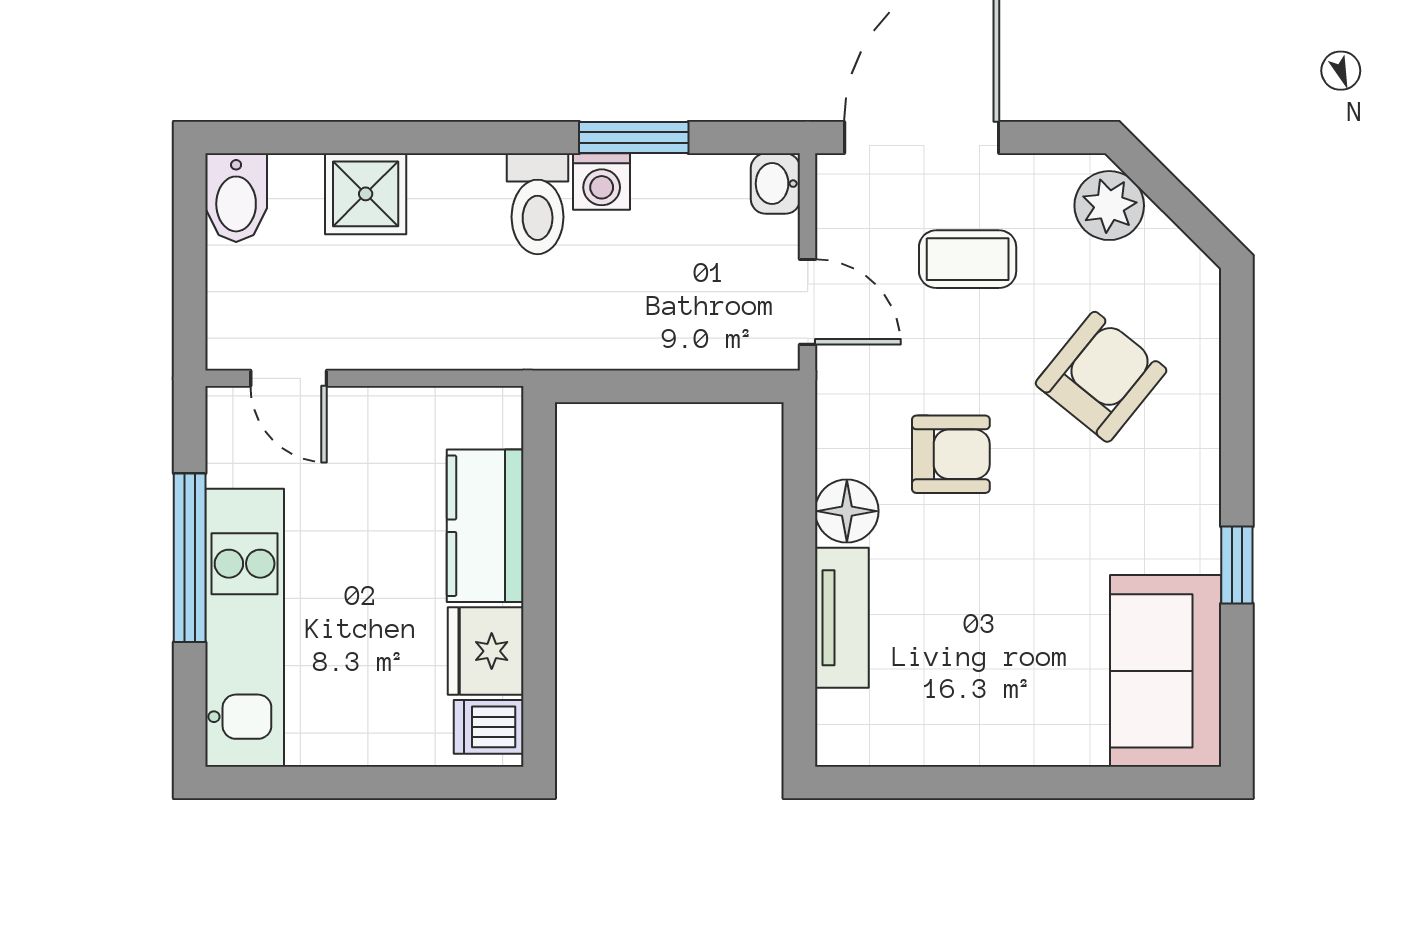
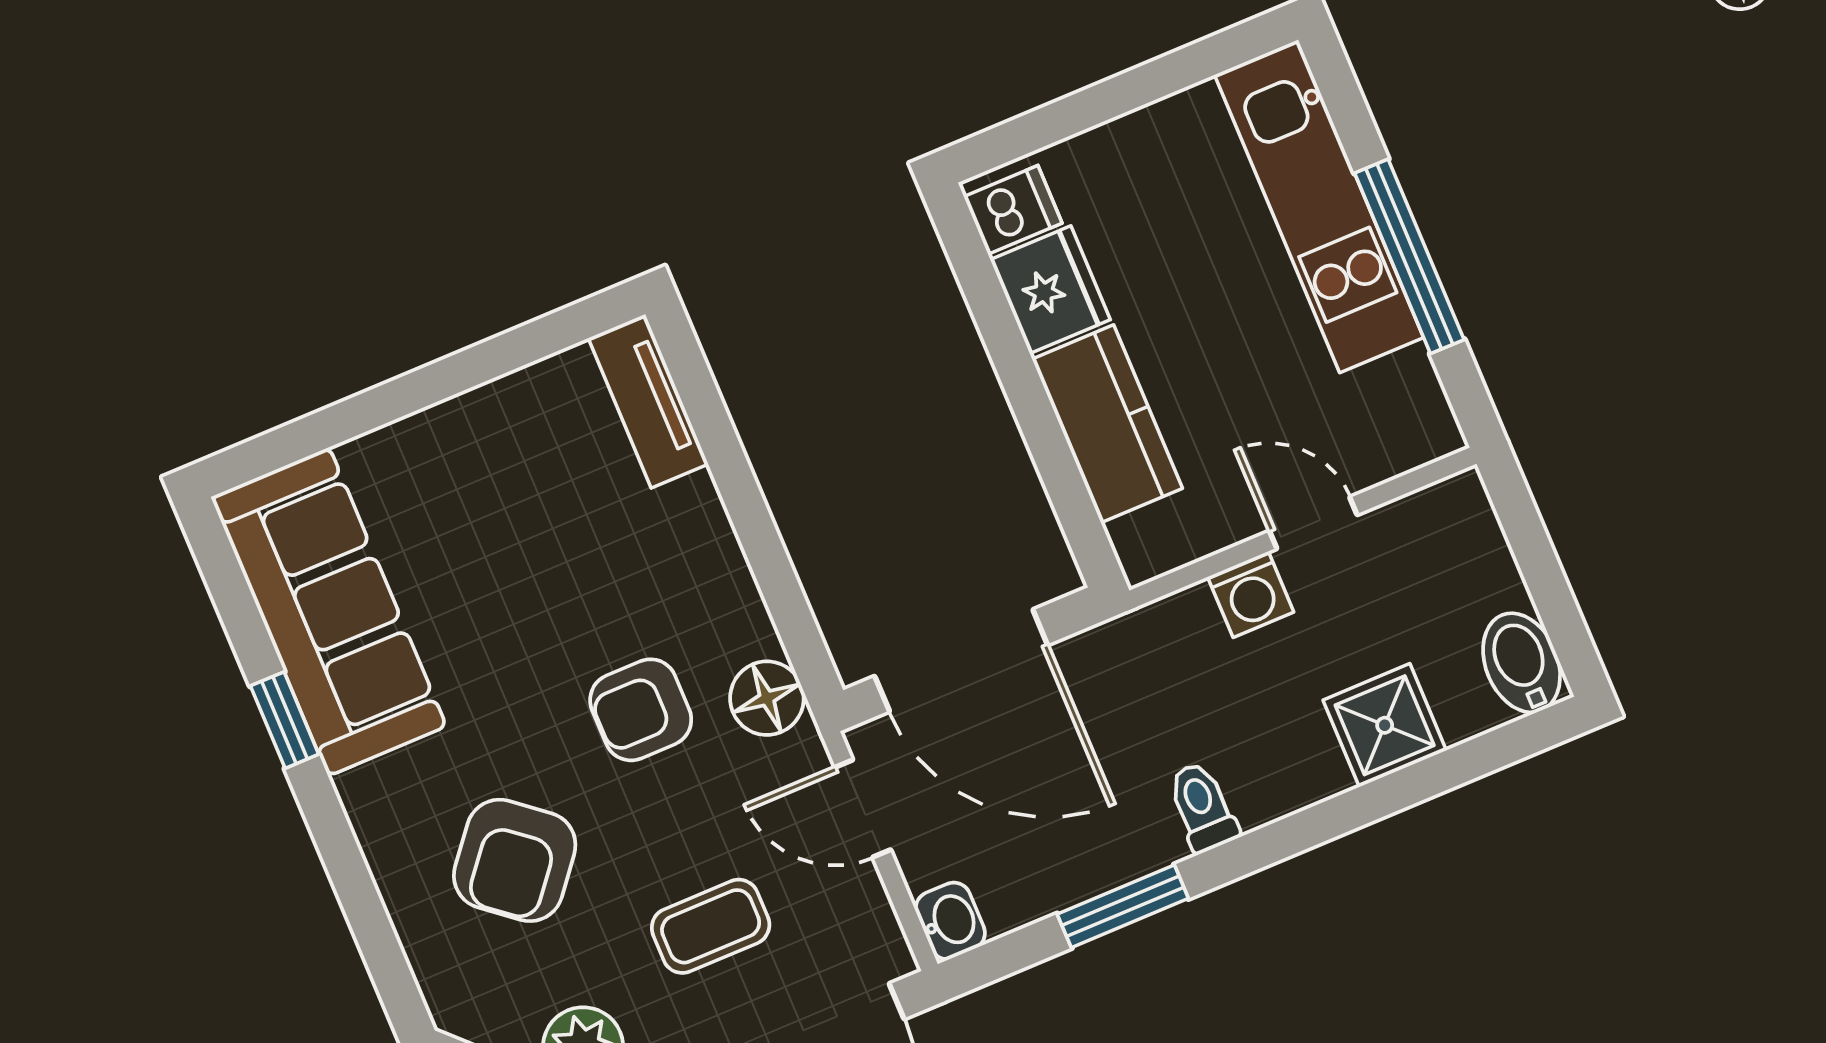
washing machine: (602, 182) -> (1251, 594), moved, turned 180
toilet: (538, 204) -> (1202, 807), width x0.73, depth x0.72
door: (289, 378) -> (1313, 523), moved
door: (680, 386) -> (961, 661), added
floor lamp: (847, 511) -> (767, 698), moved
tv unit: (842, 618) -> (648, 401), moved
sofa: (1166, 671) -> (329, 612), width x1.36

